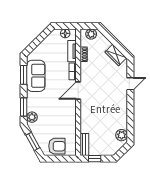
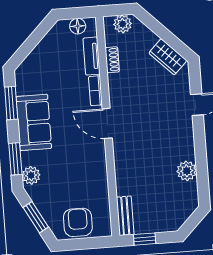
sofa: (36, 76) -> (34, 122), moved
door: (78, 91) -> (107, 123), hinge flipped
plant: (122, 135) -> (187, 171), moved
armchair: (57, 146) -> (78, 222), turned -90

